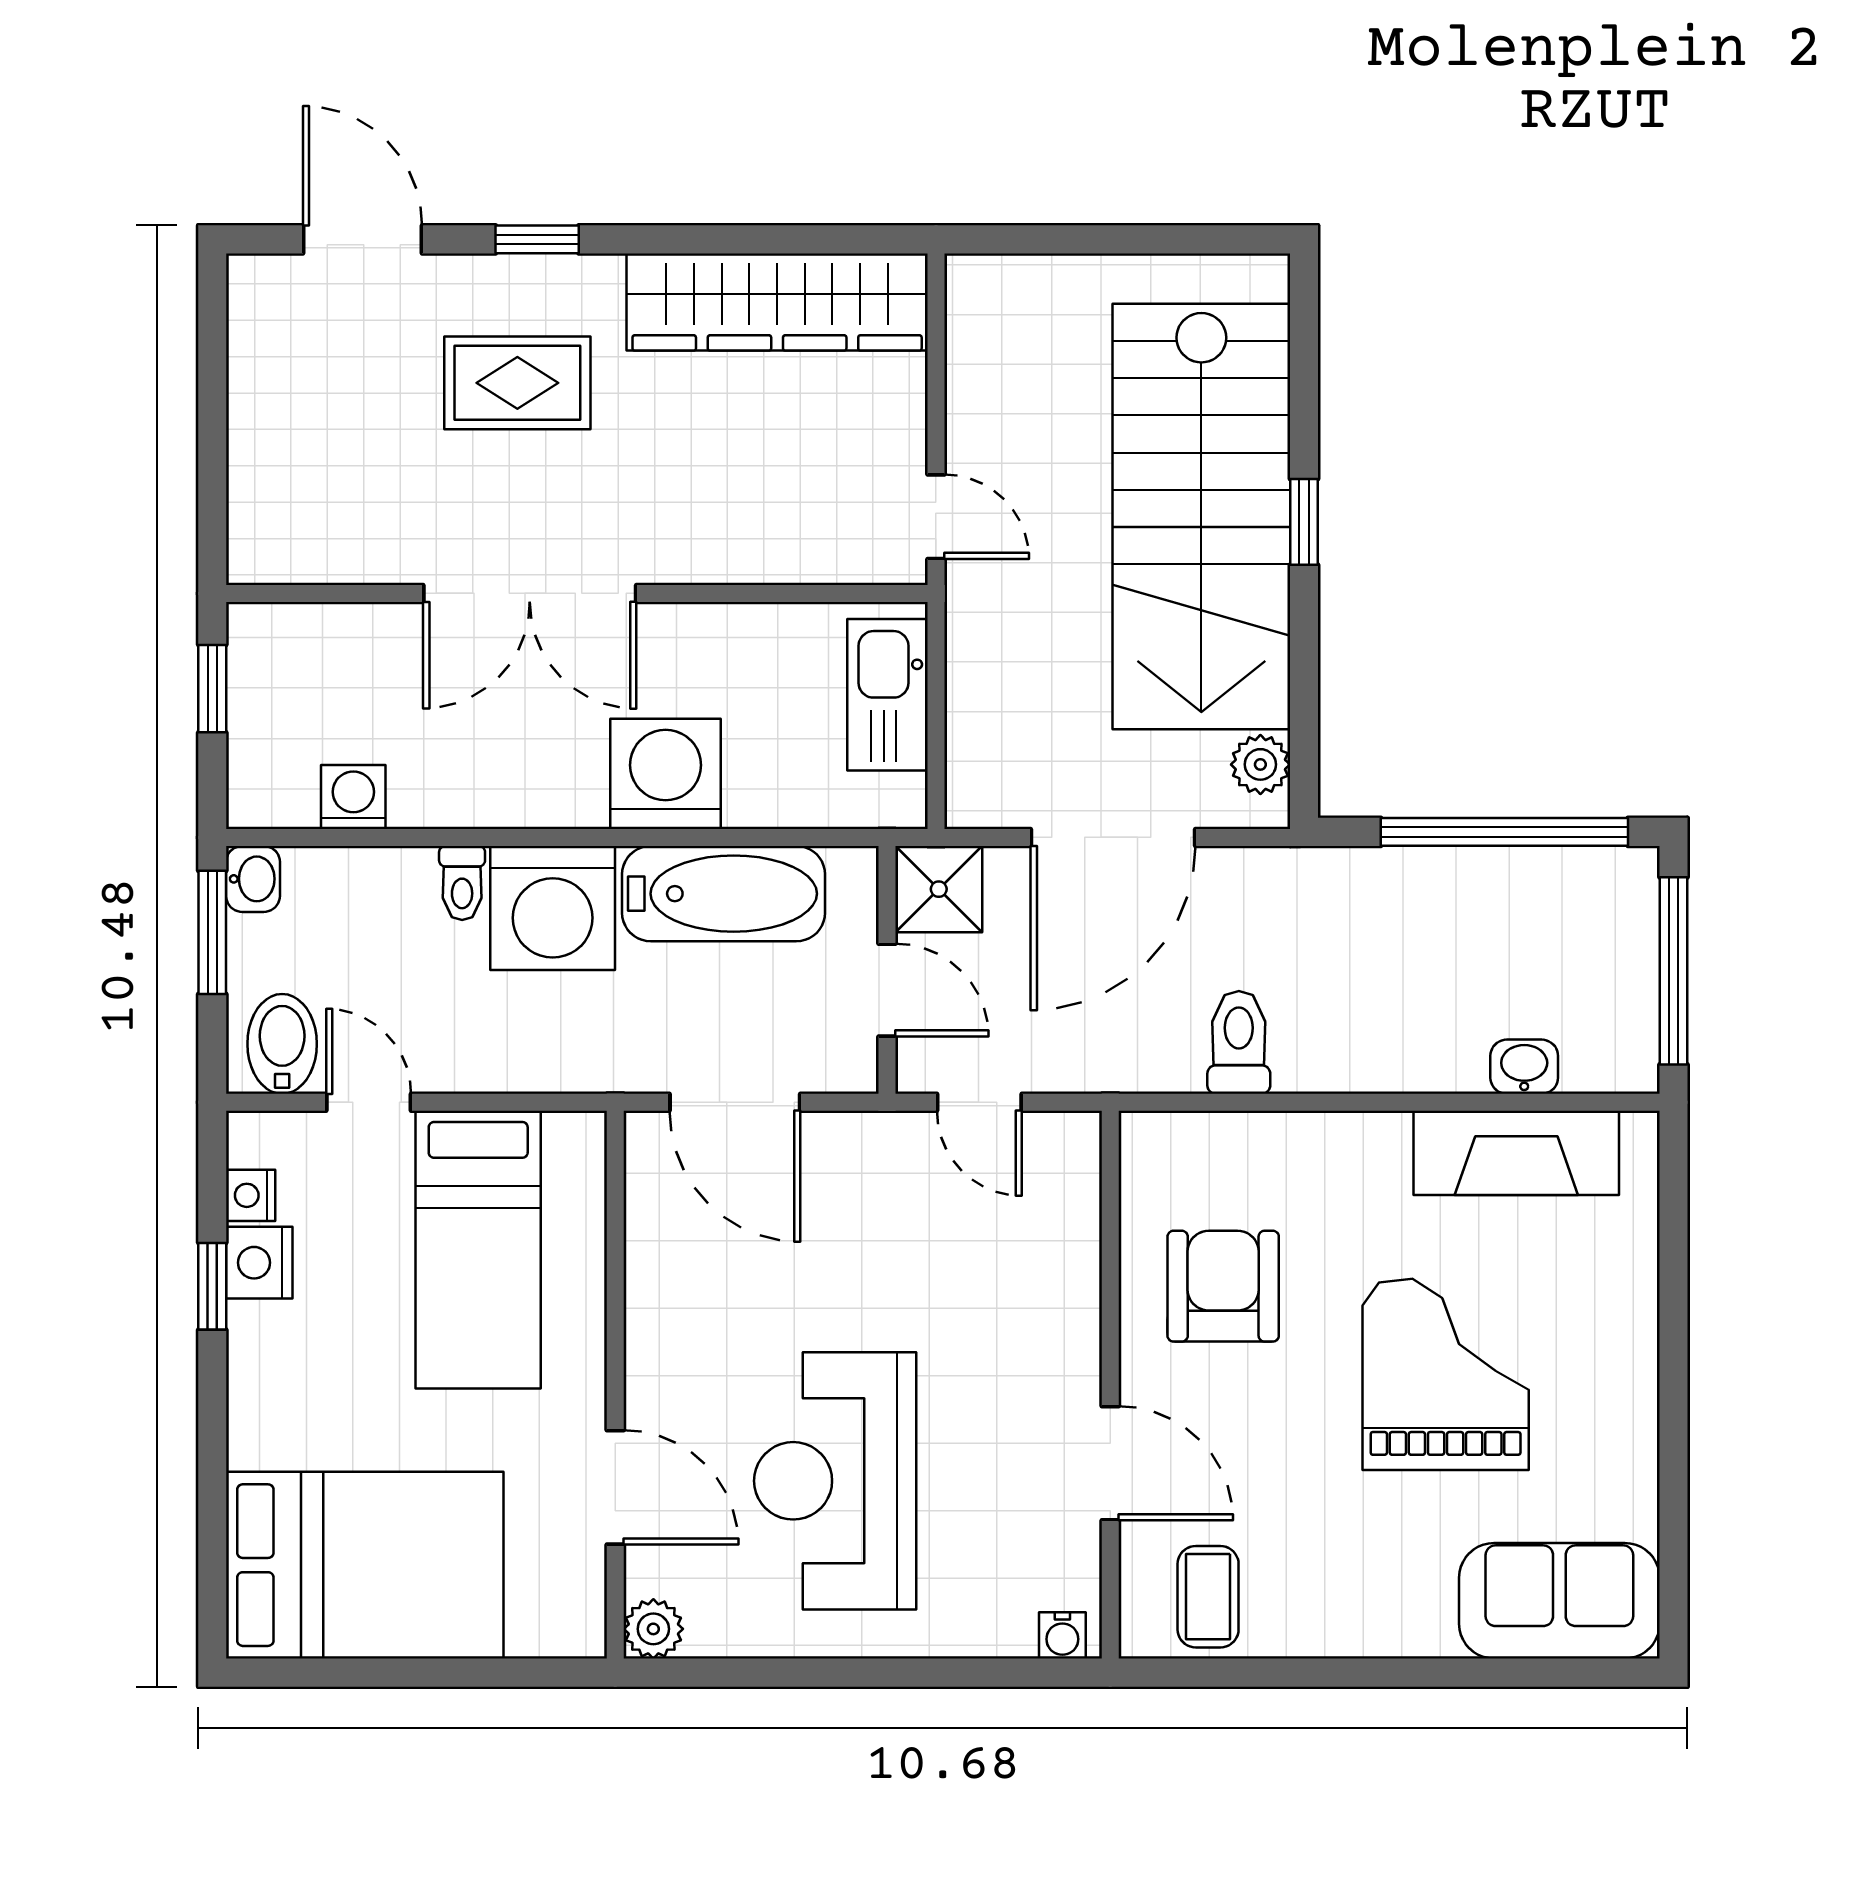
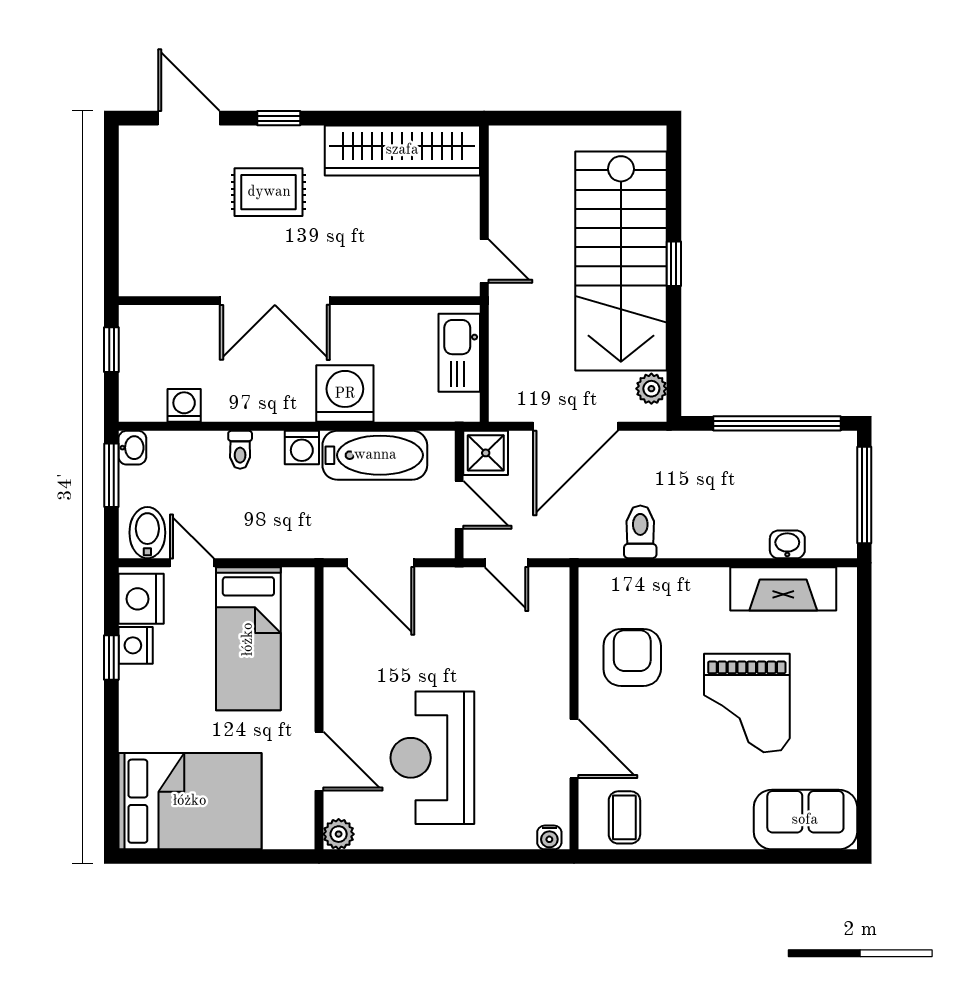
washing machine: (553, 908) -> (302, 448), width x0.53, depth x0.53
nightstand: (251, 1195) -> (141, 599), width x1.89, depth x1.79
grand piano: (1446, 1374) -> (747, 703), turned 180

